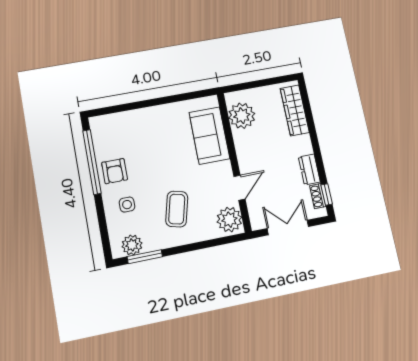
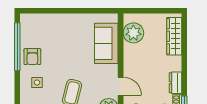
door: (239, 188) -> (121, 86), hinge flipped

